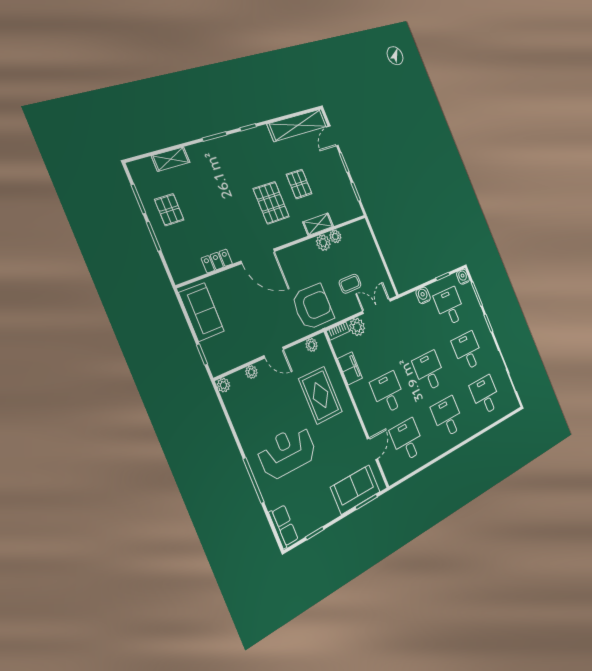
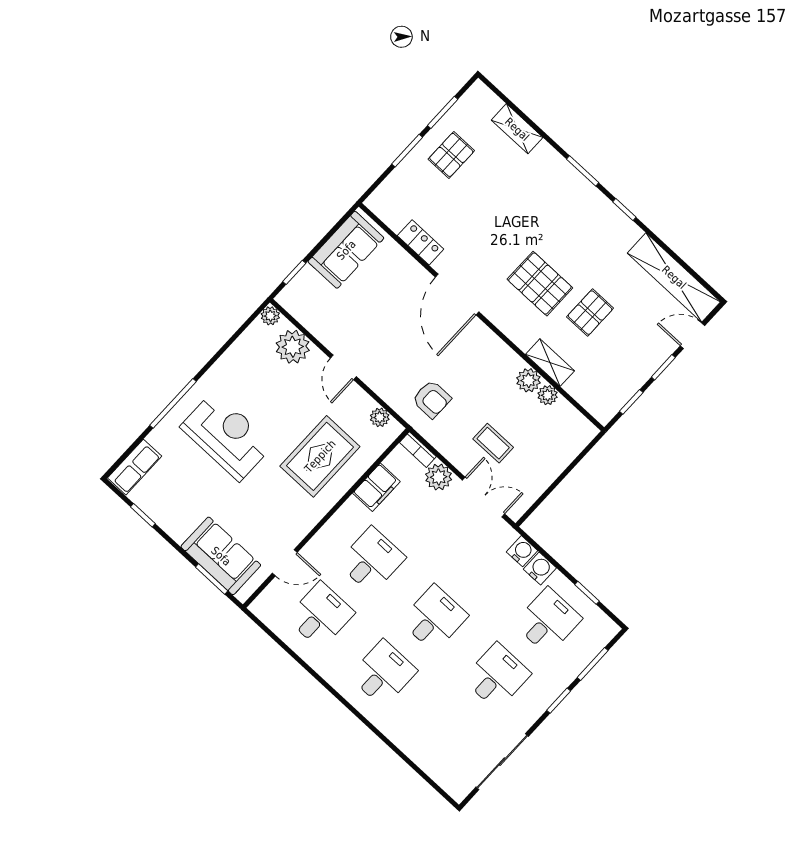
pallet: (271, 203) -> (540, 284), turned 90
water cooler: (463, 277) -> (522, 551), moved
armchair: (313, 307) -> (432, 399), width x0.53, depth x0.53
plant: (251, 372) -> (293, 347), width x1.87, depth x1.87
desk: (485, 395) -> (446, 731), removed

